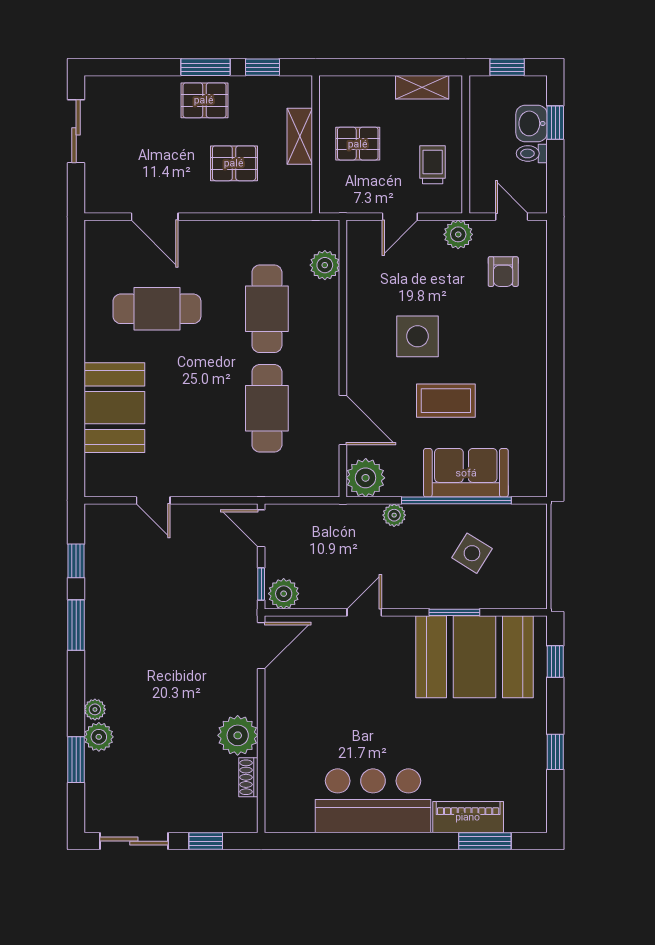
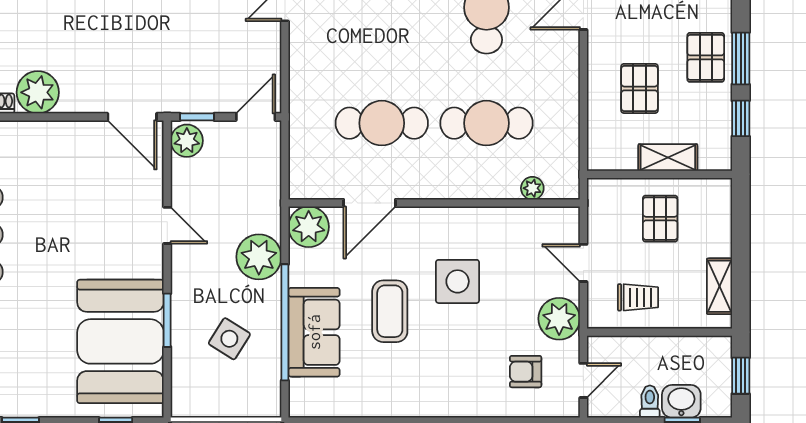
plant: (458, 234) -> (559, 319), width x1.36, depth x1.36
plant: (325, 265) -> (532, 188), width x0.73, depth x0.73
plant: (394, 515) -> (259, 257), width x1.88, depth x1.88

